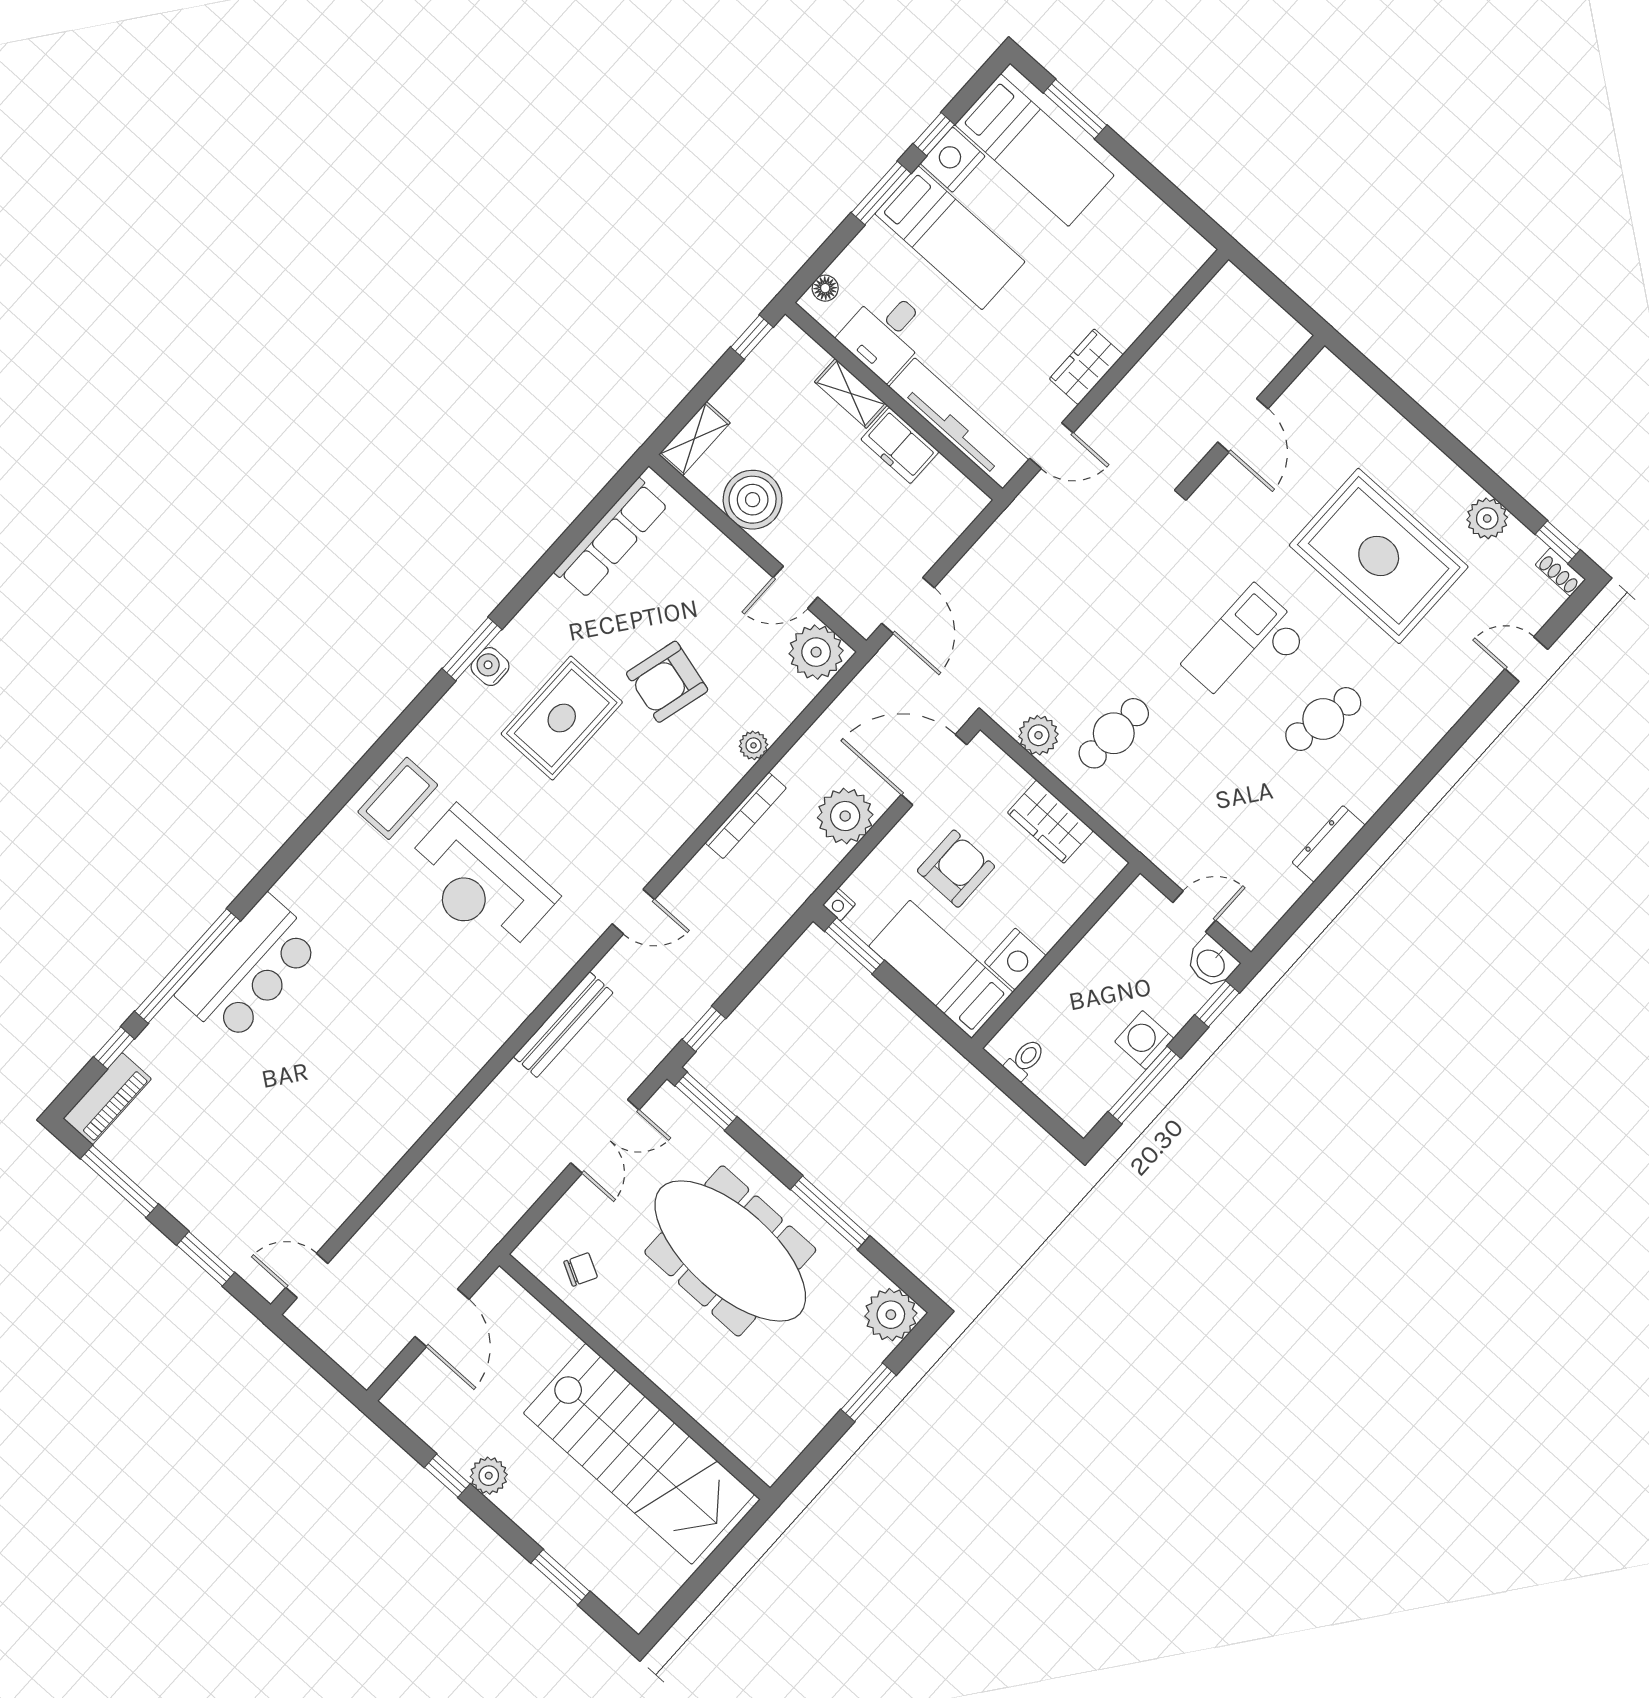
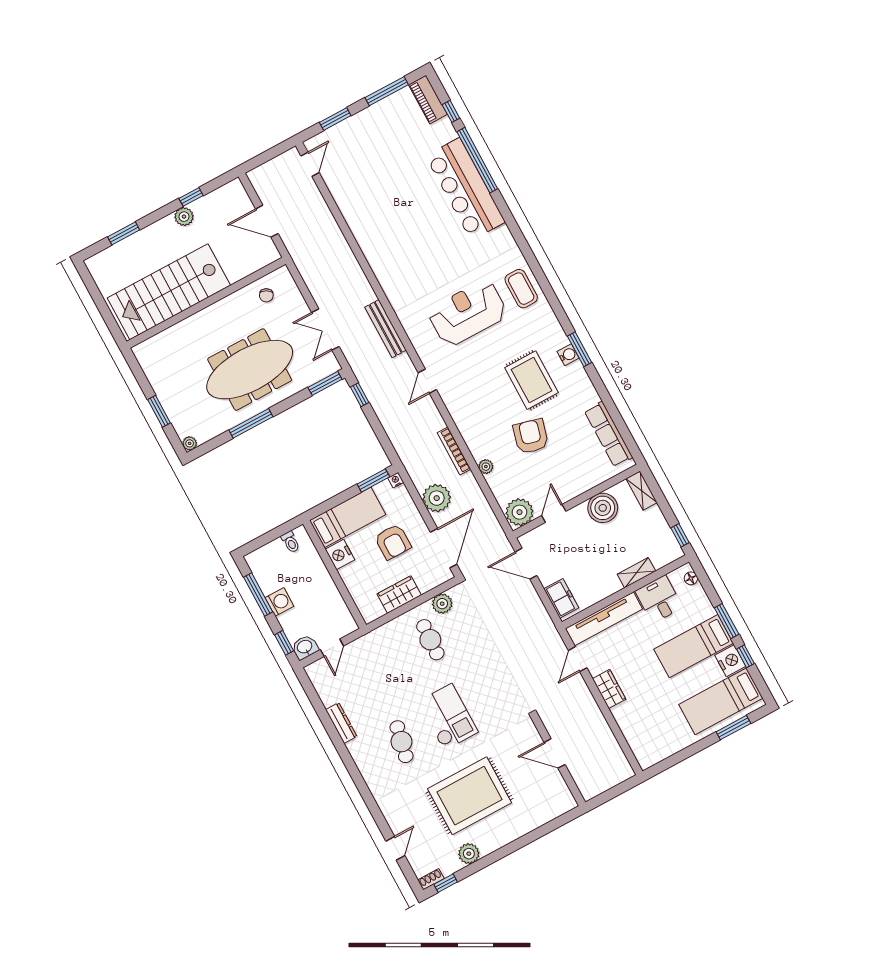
freezer: (900, 445) -> (561, 598), moved, turned 90
bar counter: (249, 969) -> (465, 189), width x1.36
plant: (891, 1315) -> (190, 443), width x0.53, depth x0.53

